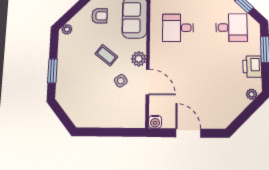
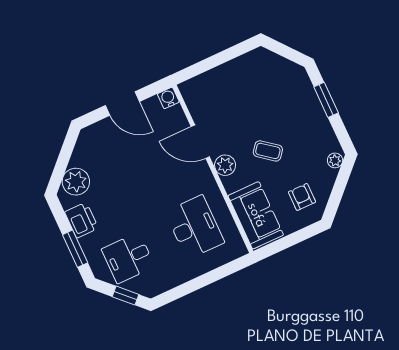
armchair: (99, 16) -> (302, 197), turned 90
desk: (178, 28) -> (195, 227), width x1.37
side table: (121, 81) -> (234, 128), removed
plant: (252, 94) -> (76, 182), width x1.87, depth x1.87

